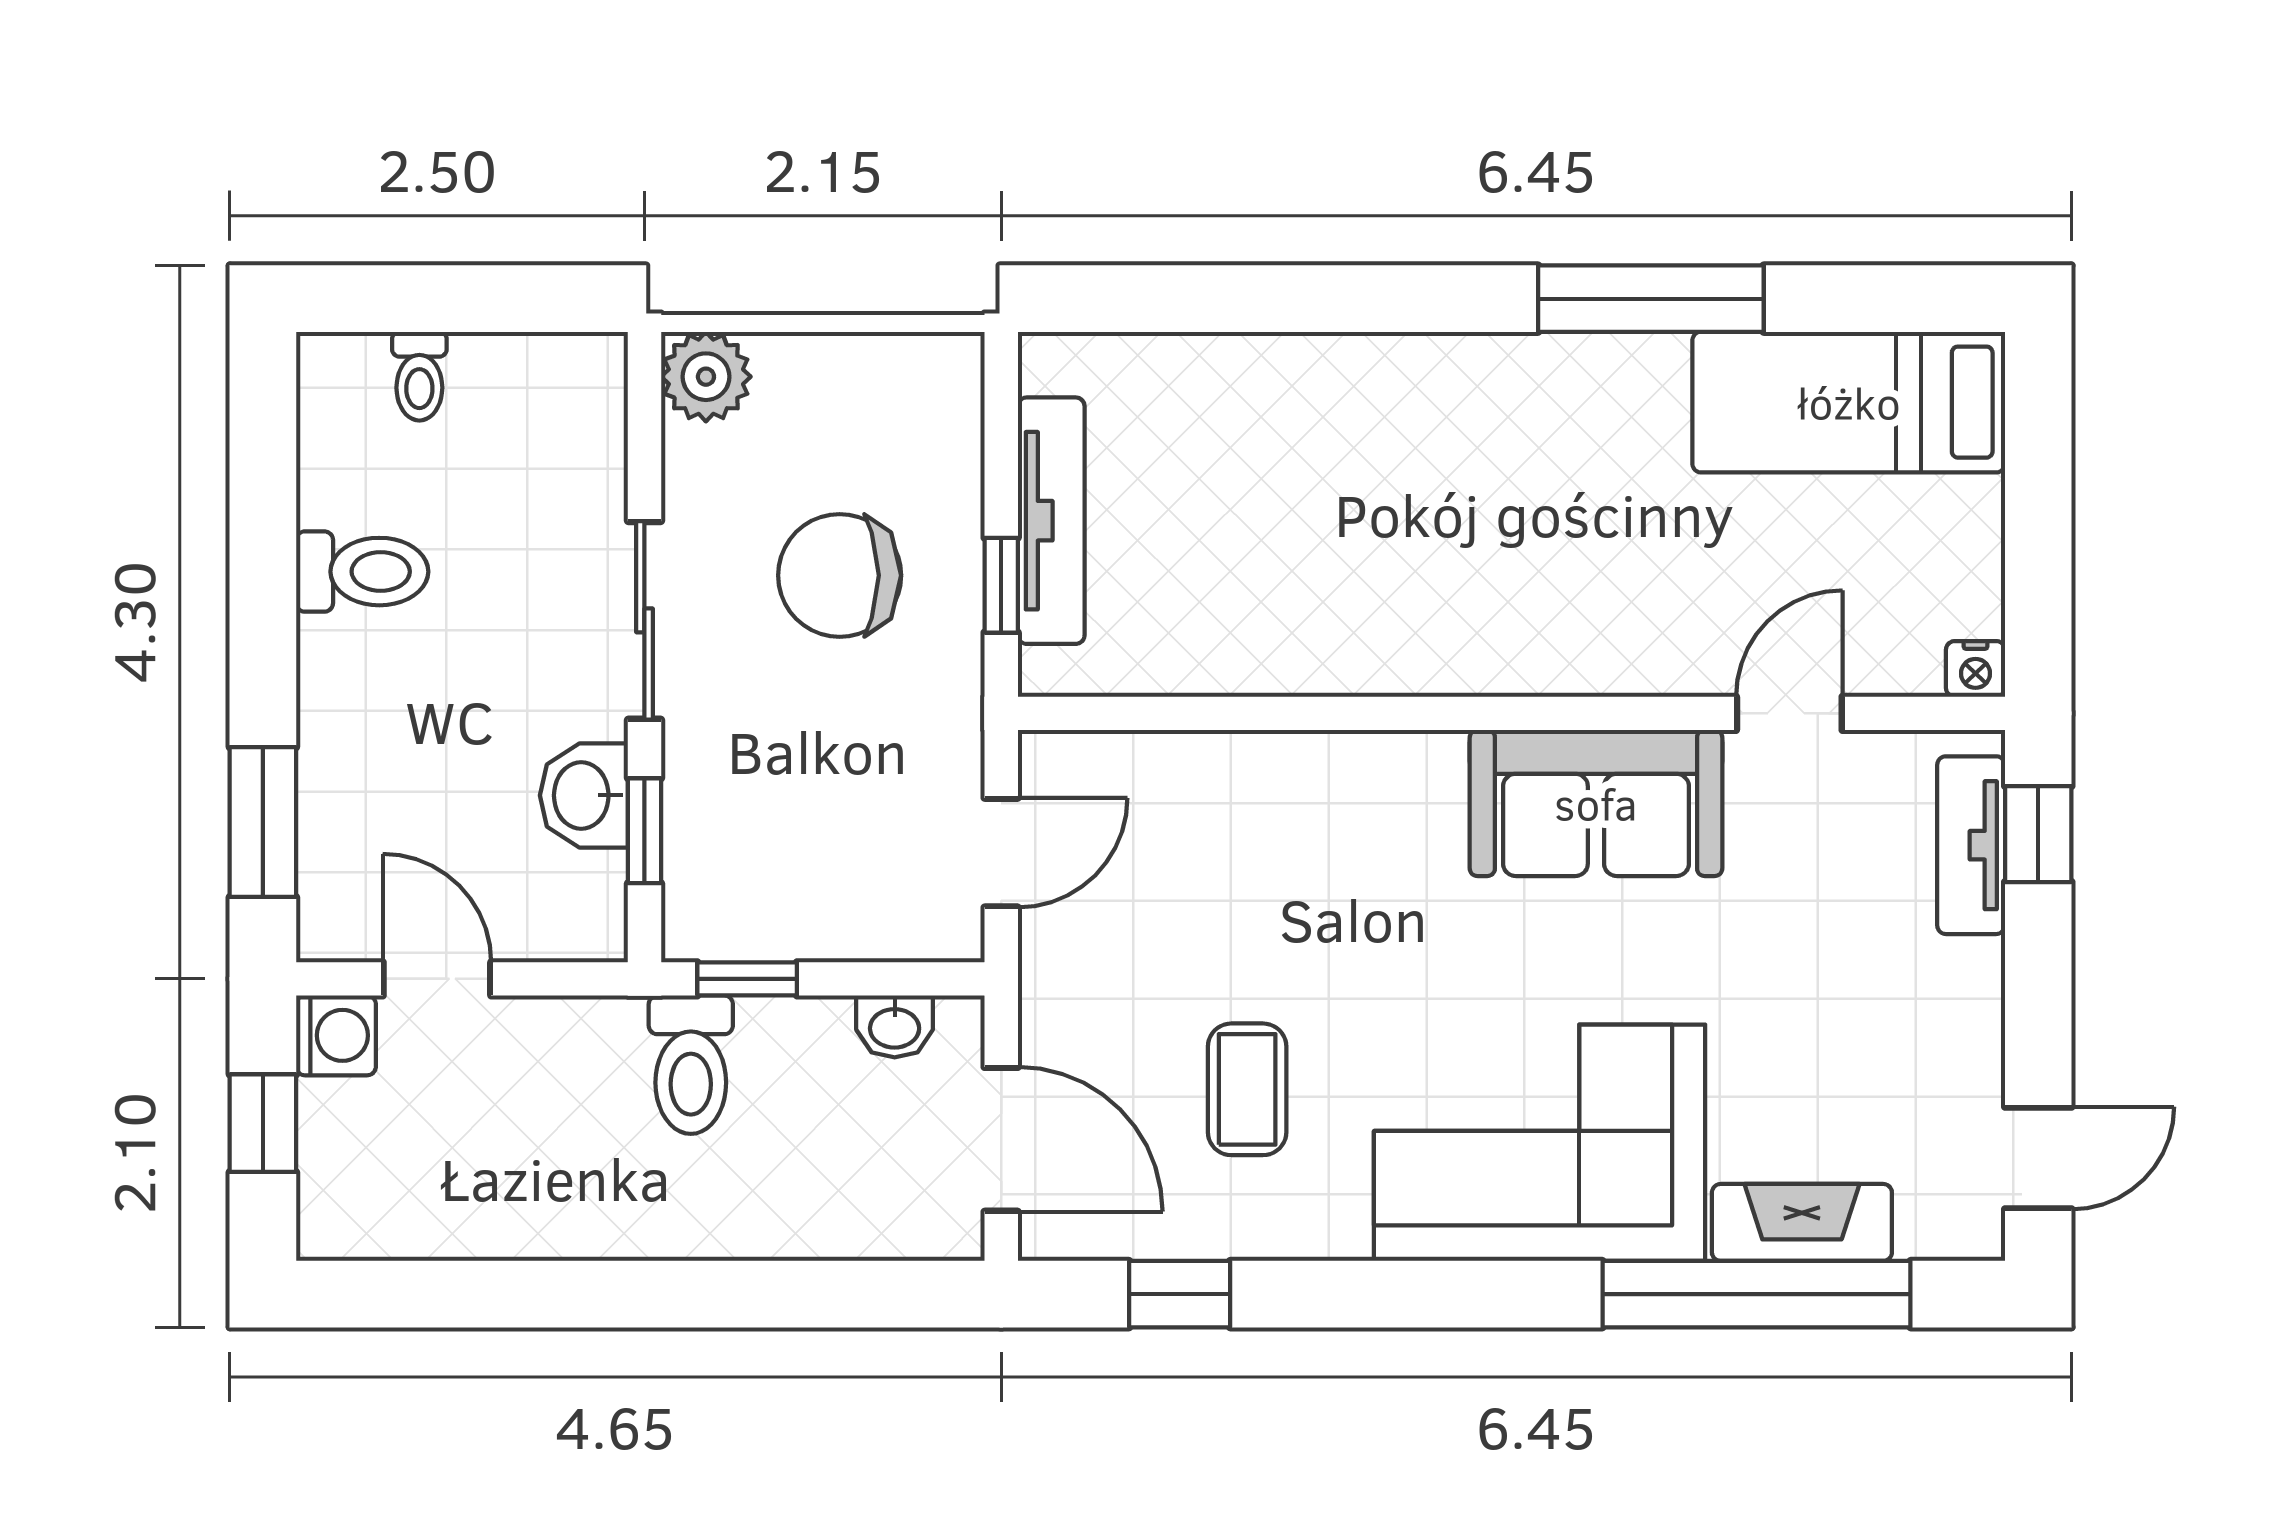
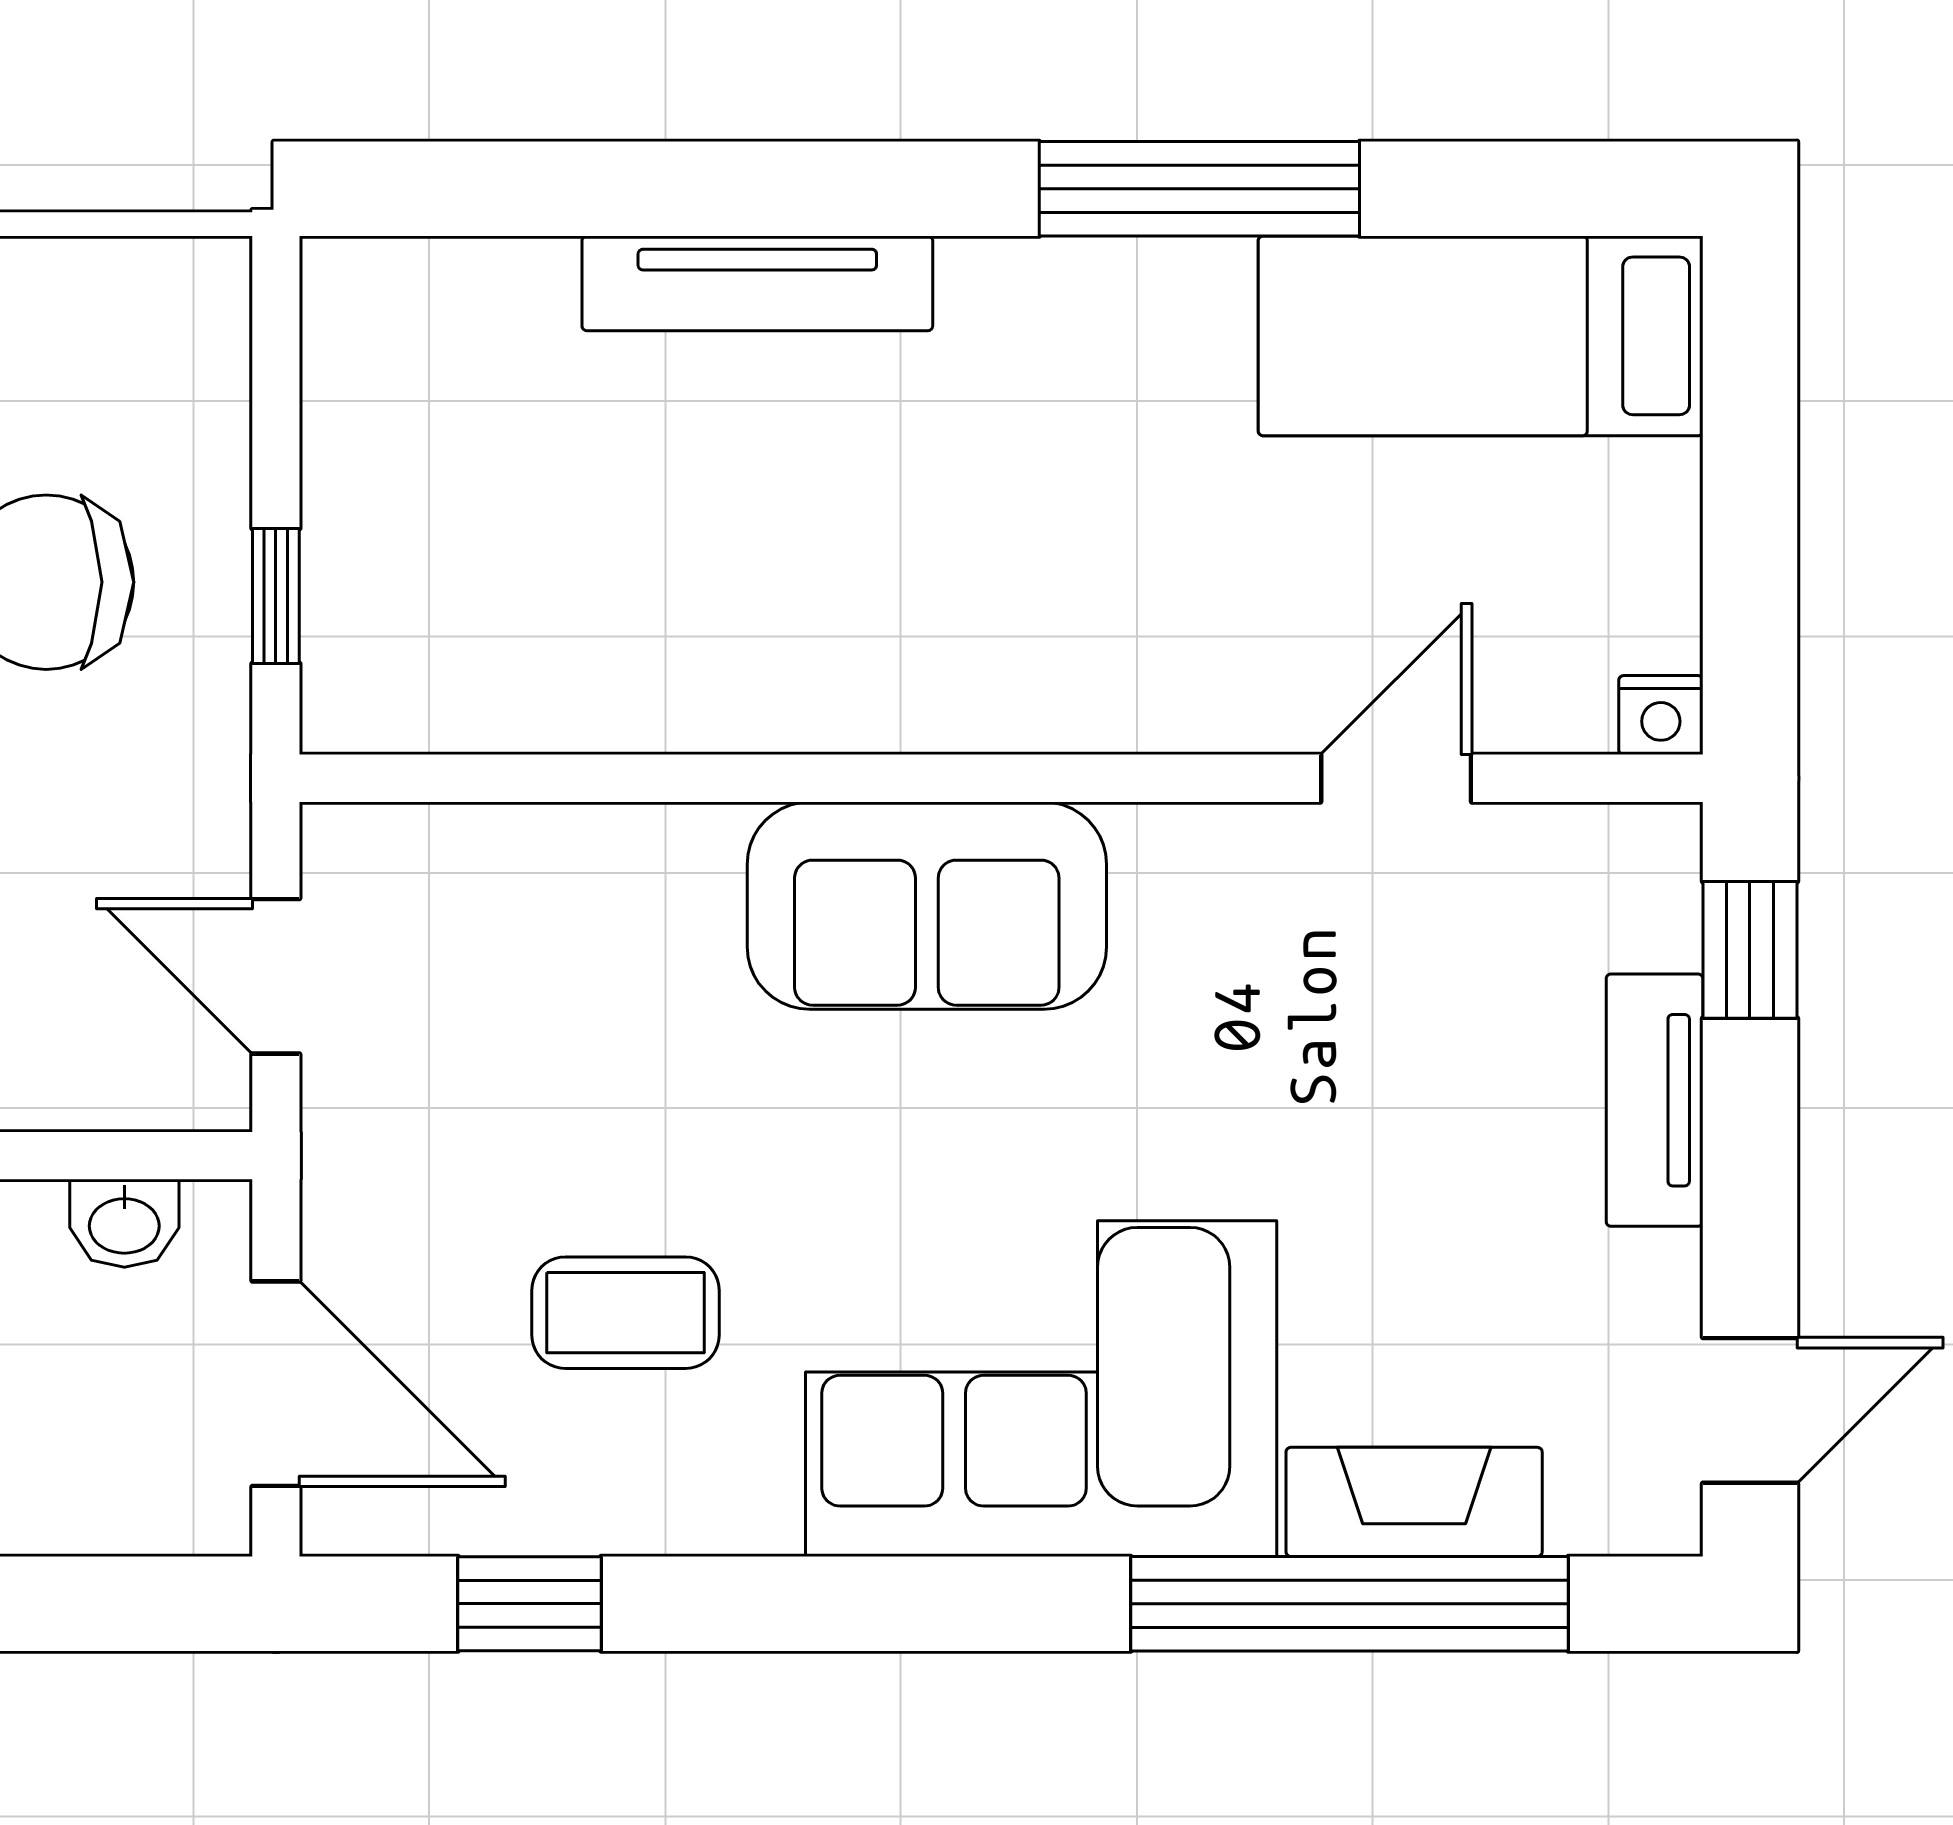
tv unit: (1051, 521) -> (757, 283), moved, turned 90
sofa: (1596, 803) -> (927, 906), moved
tv unit: (1971, 845) -> (1655, 1100), moved
door: (1001, 853) -> (276, 976), swing flipped
coffee table: (1247, 1089) -> (625, 1313), turned 90

